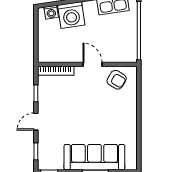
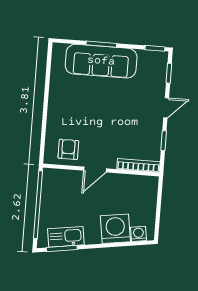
door: (92, 64) -> (95, 169), hinge flipped
armchair: (117, 80) -> (68, 149), turned 59

